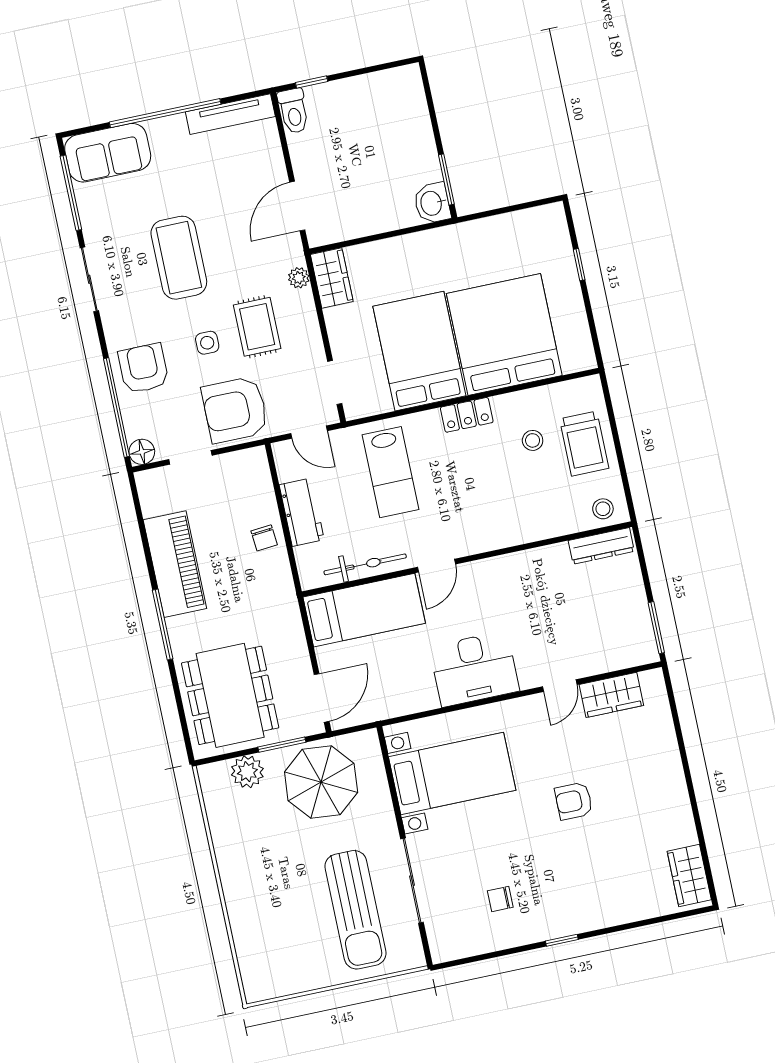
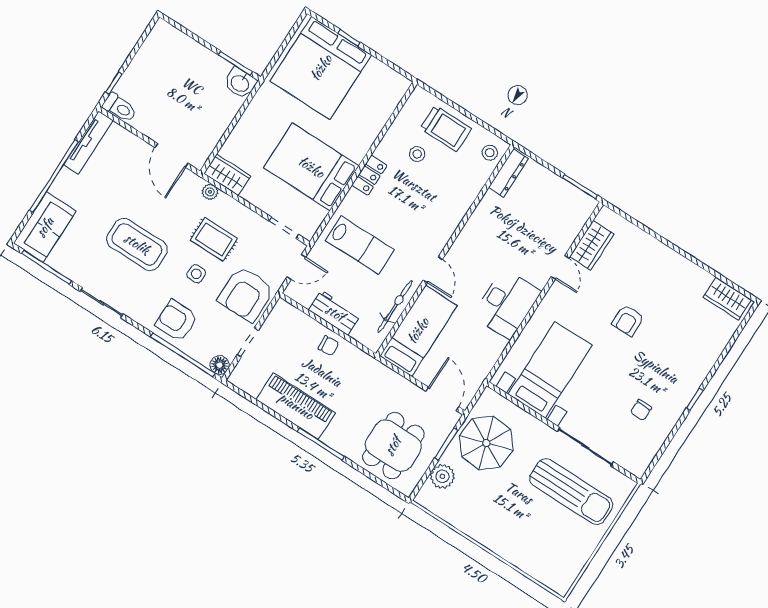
bed: (504, 334) -> (321, 68), moved, turned -90
dining table: (230, 695) -> (393, 446), width x0.73

